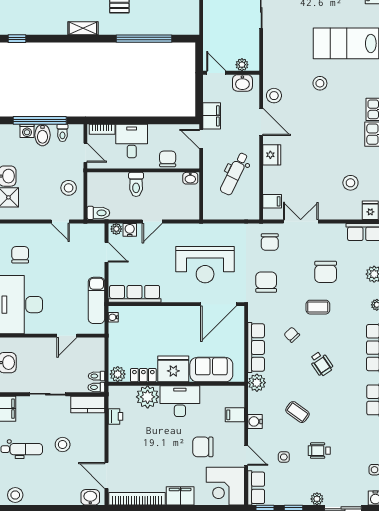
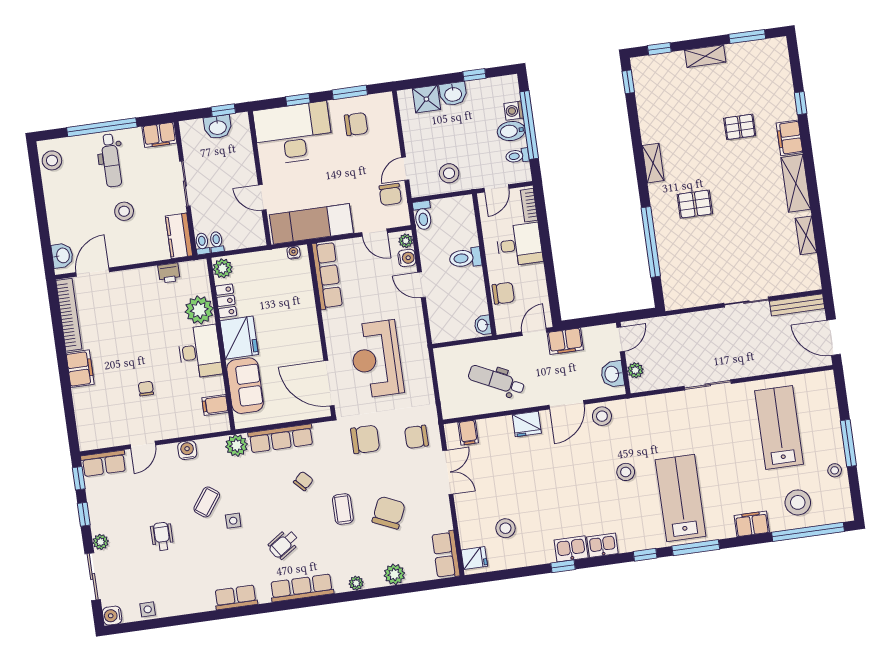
chair: (79, 236) -> (390, 194), added
door: (106, 252) -> (374, 233), hinge flipped
chair: (326, 272) -> (389, 513), turned 114
exam couch: (97, 300) -> (311, 224), width x1.36, depth x1.45
wheelchair: (321, 364) -> (284, 544), moved
filing cabinet: (235, 415) -> (215, 405), moved, turned -90
chair: (203, 447) -> (146, 389), width x0.54, depth x0.54
side table: (284, 457) -> (233, 521), moved
corner desk: (225, 486) -> (100, 424), removed

